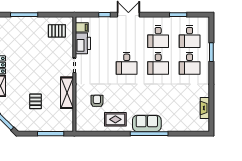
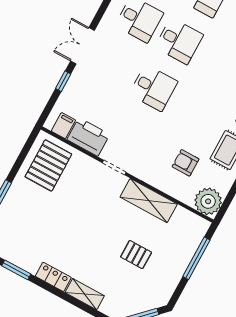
pallet: (57, 31) -> (48, 165), width x1.50, depth x1.42
plant: (83, 124) -> (208, 201), added

